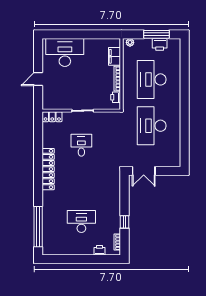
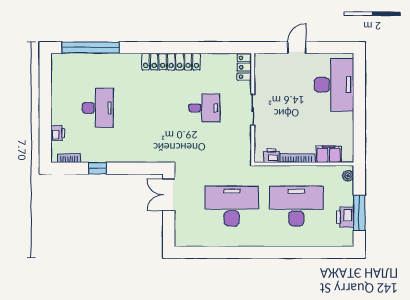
door: (38, 79) -> (297, 48), hinge flipped

